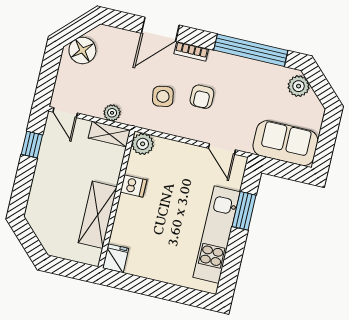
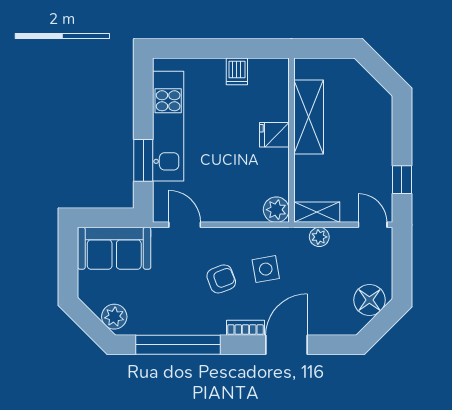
armchair: (202, 97) -> (221, 279), turned 69
dishwasher: (133, 186) -> (237, 71), moved, turned -90
fridge: (116, 258) -> (274, 135), moved, turned 90

